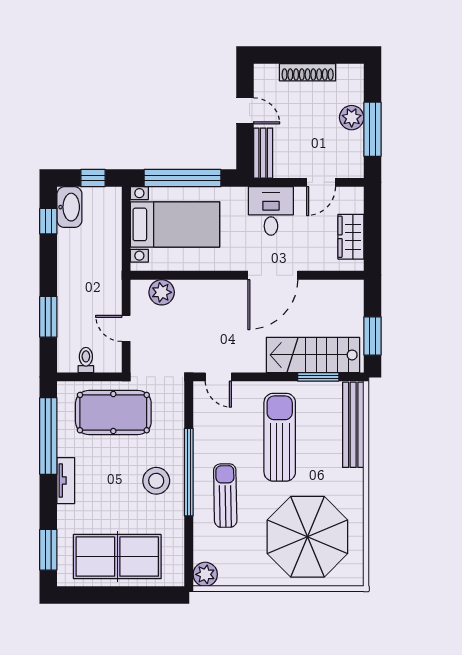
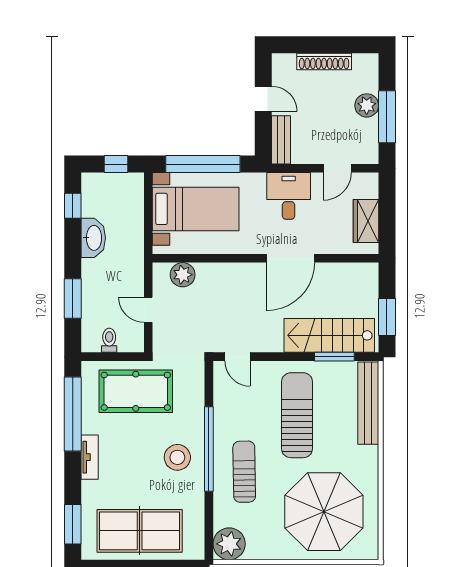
washbasin: (69, 207) -> (93, 238), moved
plant: (205, 574) -> (229, 544), width x1.36, depth x1.36

